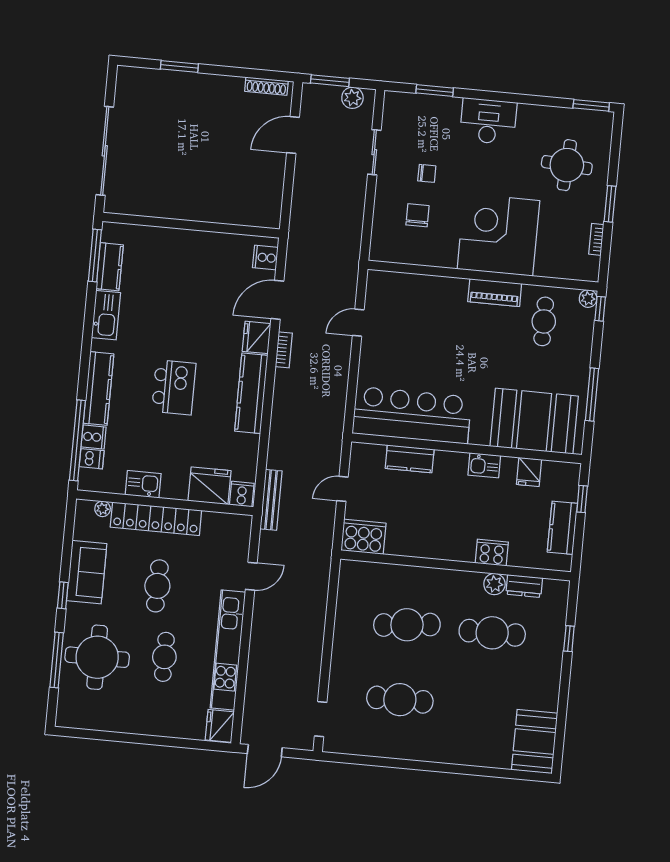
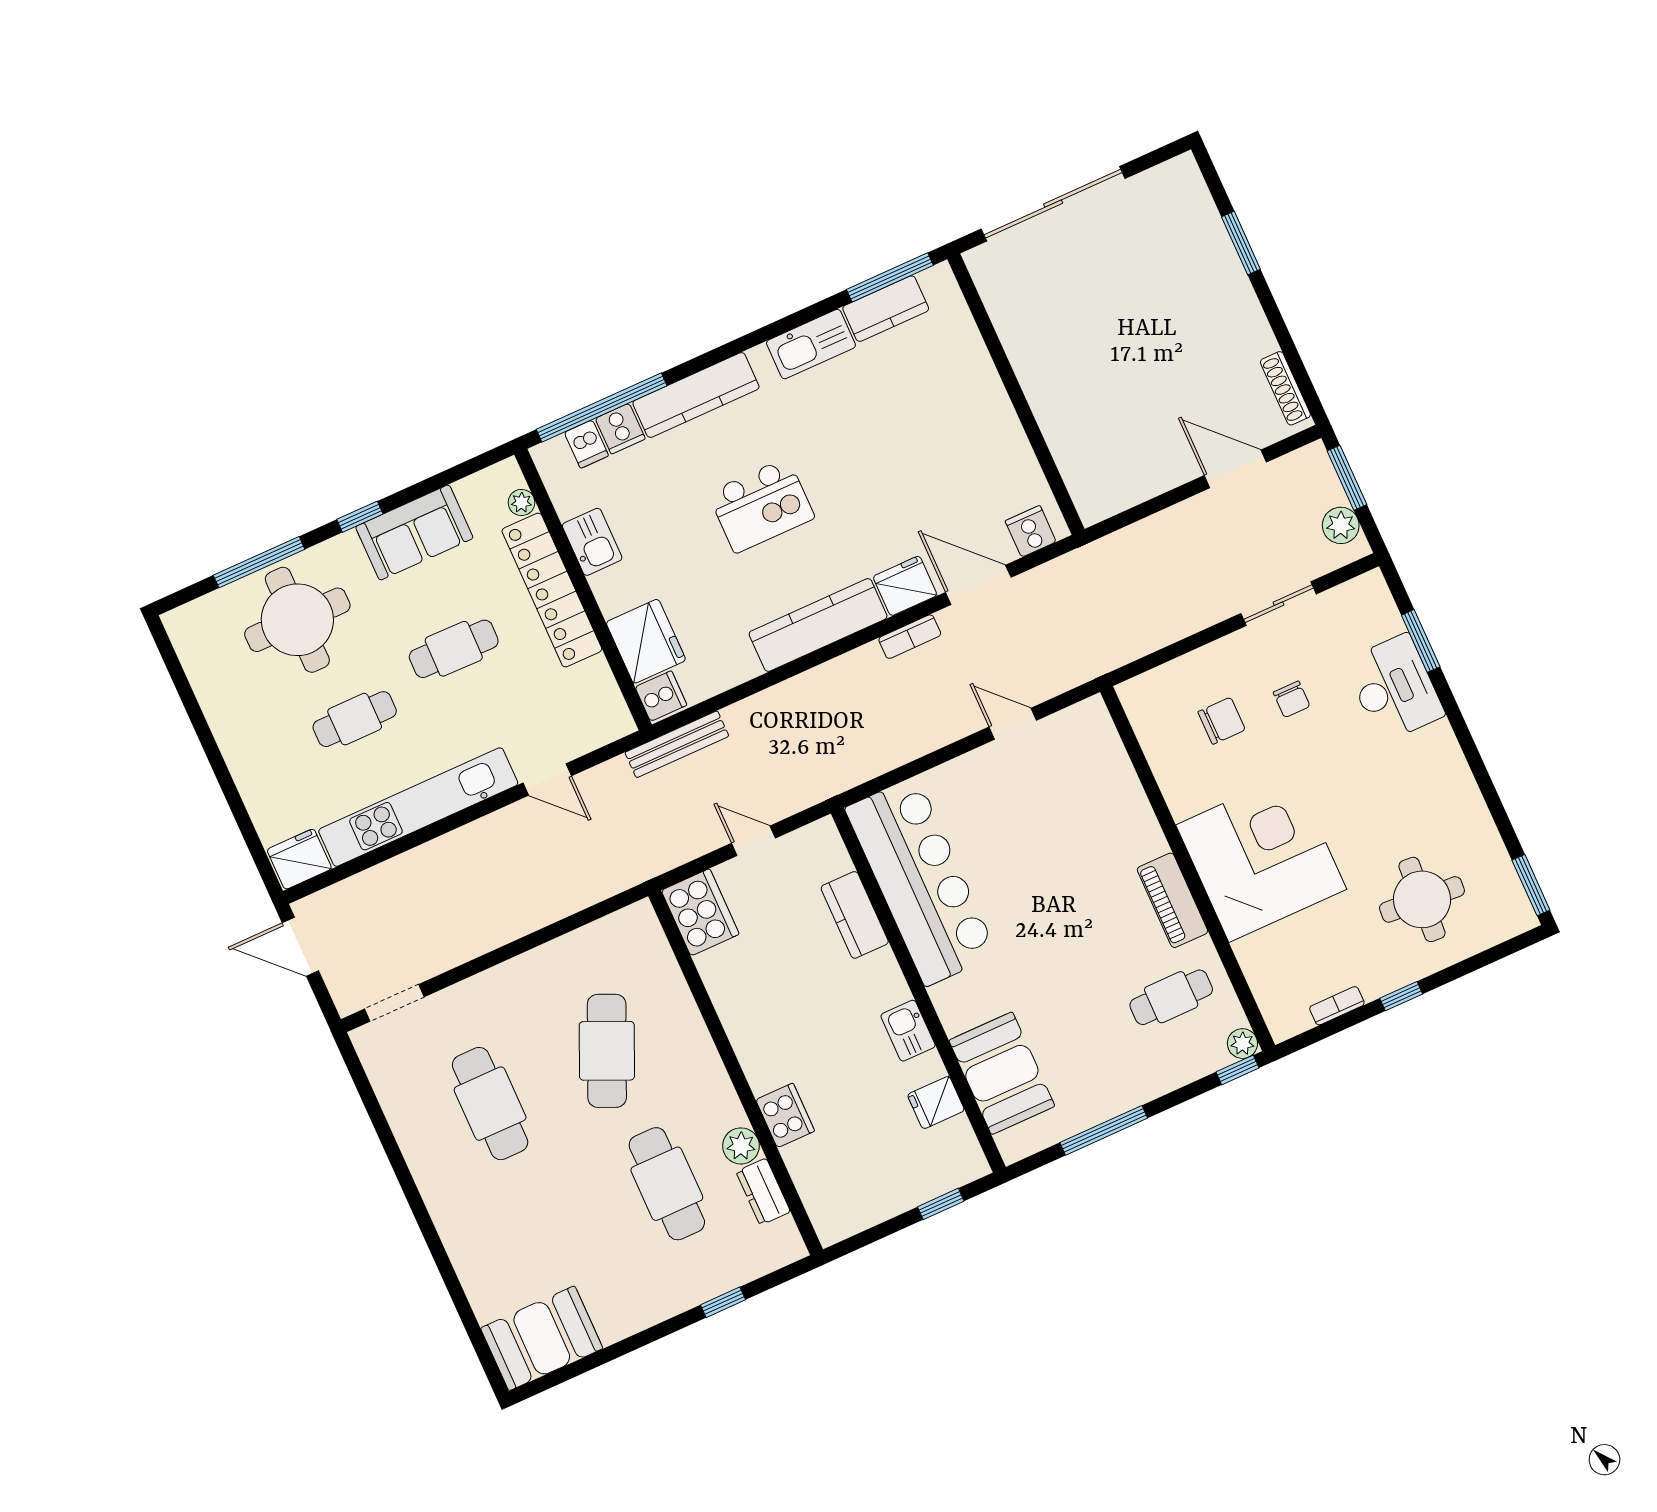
desk: (488, 121) -> (1394, 688), moved
window: (610, 204) -> (1401, 996), width x0.67
booth: (534, 421) -> (1002, 1073), width x0.73, depth x0.70
kitchen counter: (562, 528) -> (882, 1199), removed
cafe table: (407, 625) -> (607, 1051), turned 30

